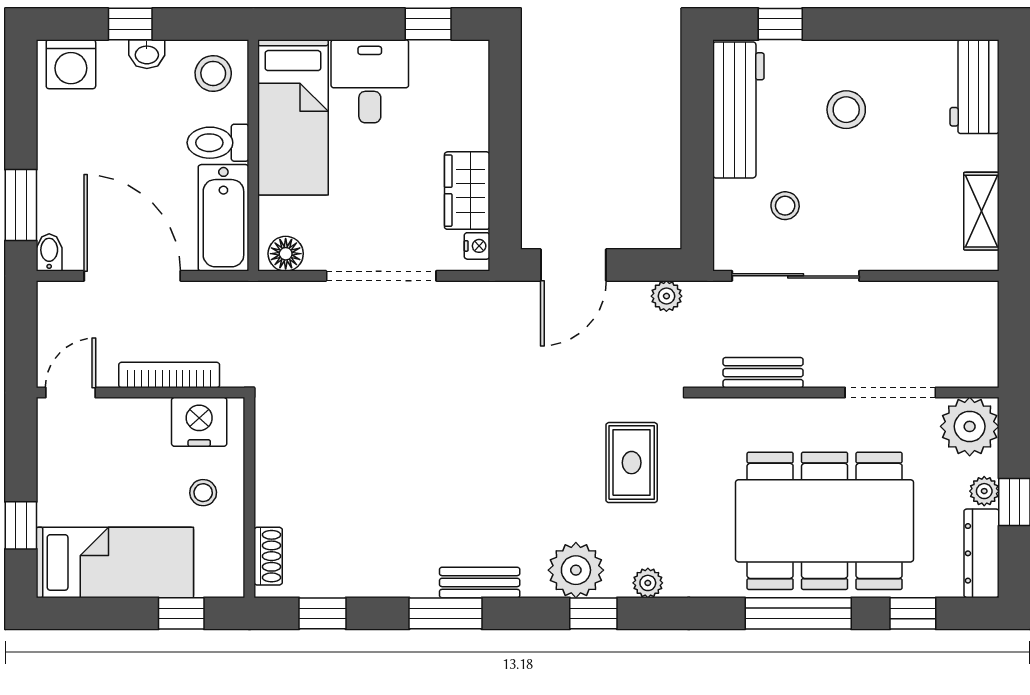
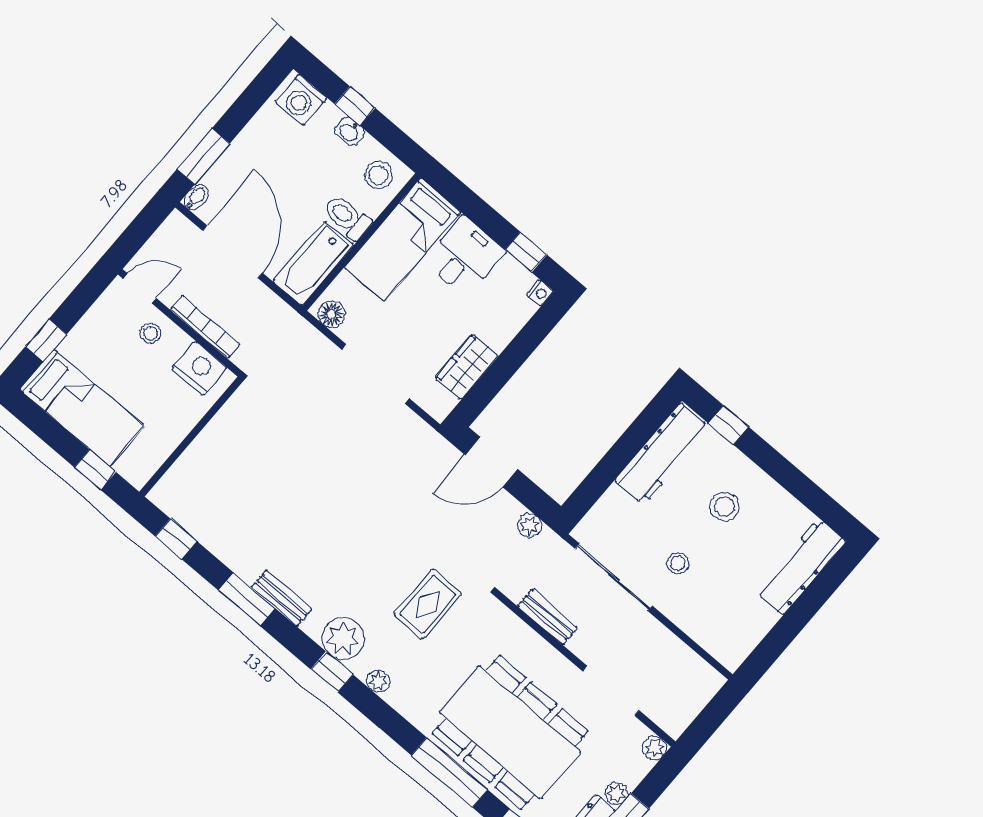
workbench: (975, 87) -> (801, 566), width x1.37
stool: (785, 206) -> (678, 563), moved
shelving: (981, 211) -> (752, 631), removed
nightstand: (477, 246) -> (540, 293), moved
plant: (970, 426) -> (654, 748), width x0.53, depth x0.53
stool: (203, 493) -> (151, 333), moved
shoe rack: (268, 556) -> (173, 479), removed

